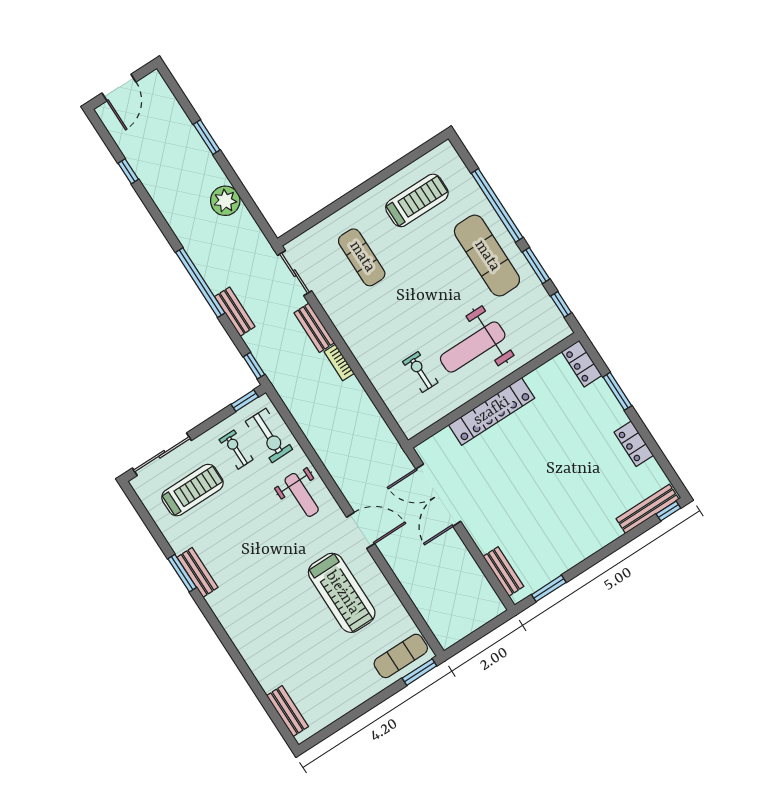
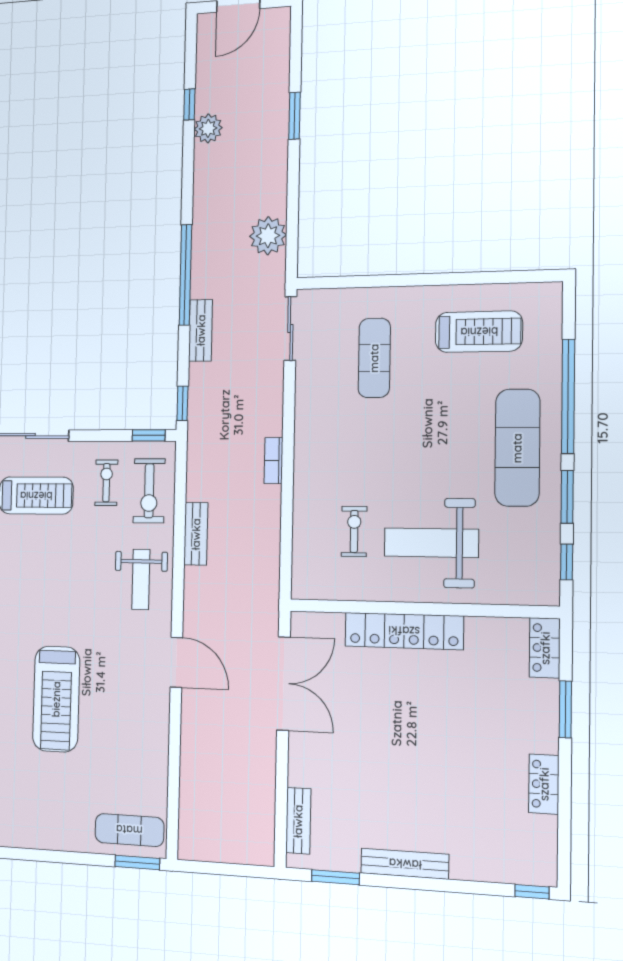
plant: (152, 179) -> (208, 128), added
plant: (225, 201) -> (268, 236), moved
bench: (314, 328) -> (196, 534), moved
double door: (438, 495) -> (283, 684), swing flipped
bench: (647, 509) -> (405, 864), moved
treadmill: (342, 593) -> (56, 699), moved

